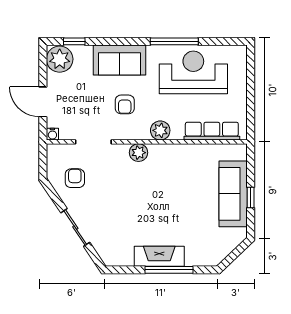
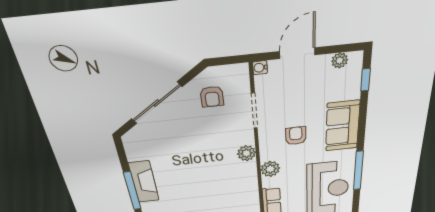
plant: (60, 59) -> (340, 60), width x0.53, depth x0.53
armchair: (125, 104) -> (296, 136), turned 90
armchair: (75, 178) -> (212, 97), turned 90
sliding door: (75, 228) -> (156, 103), width x1.37

